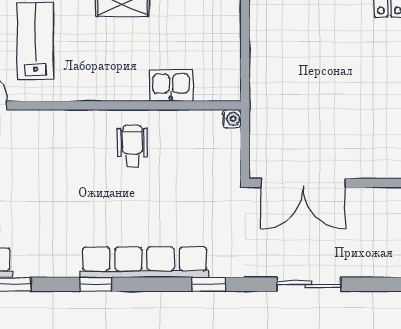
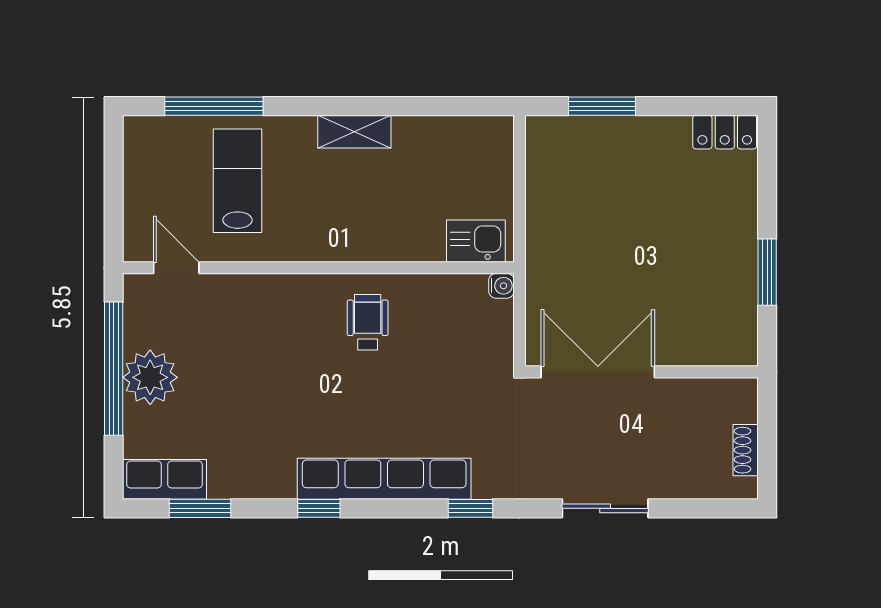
kitchen sink: (171, 86) -> (476, 241), moved
double door: (303, 183) -> (598, 372), swing flipped

